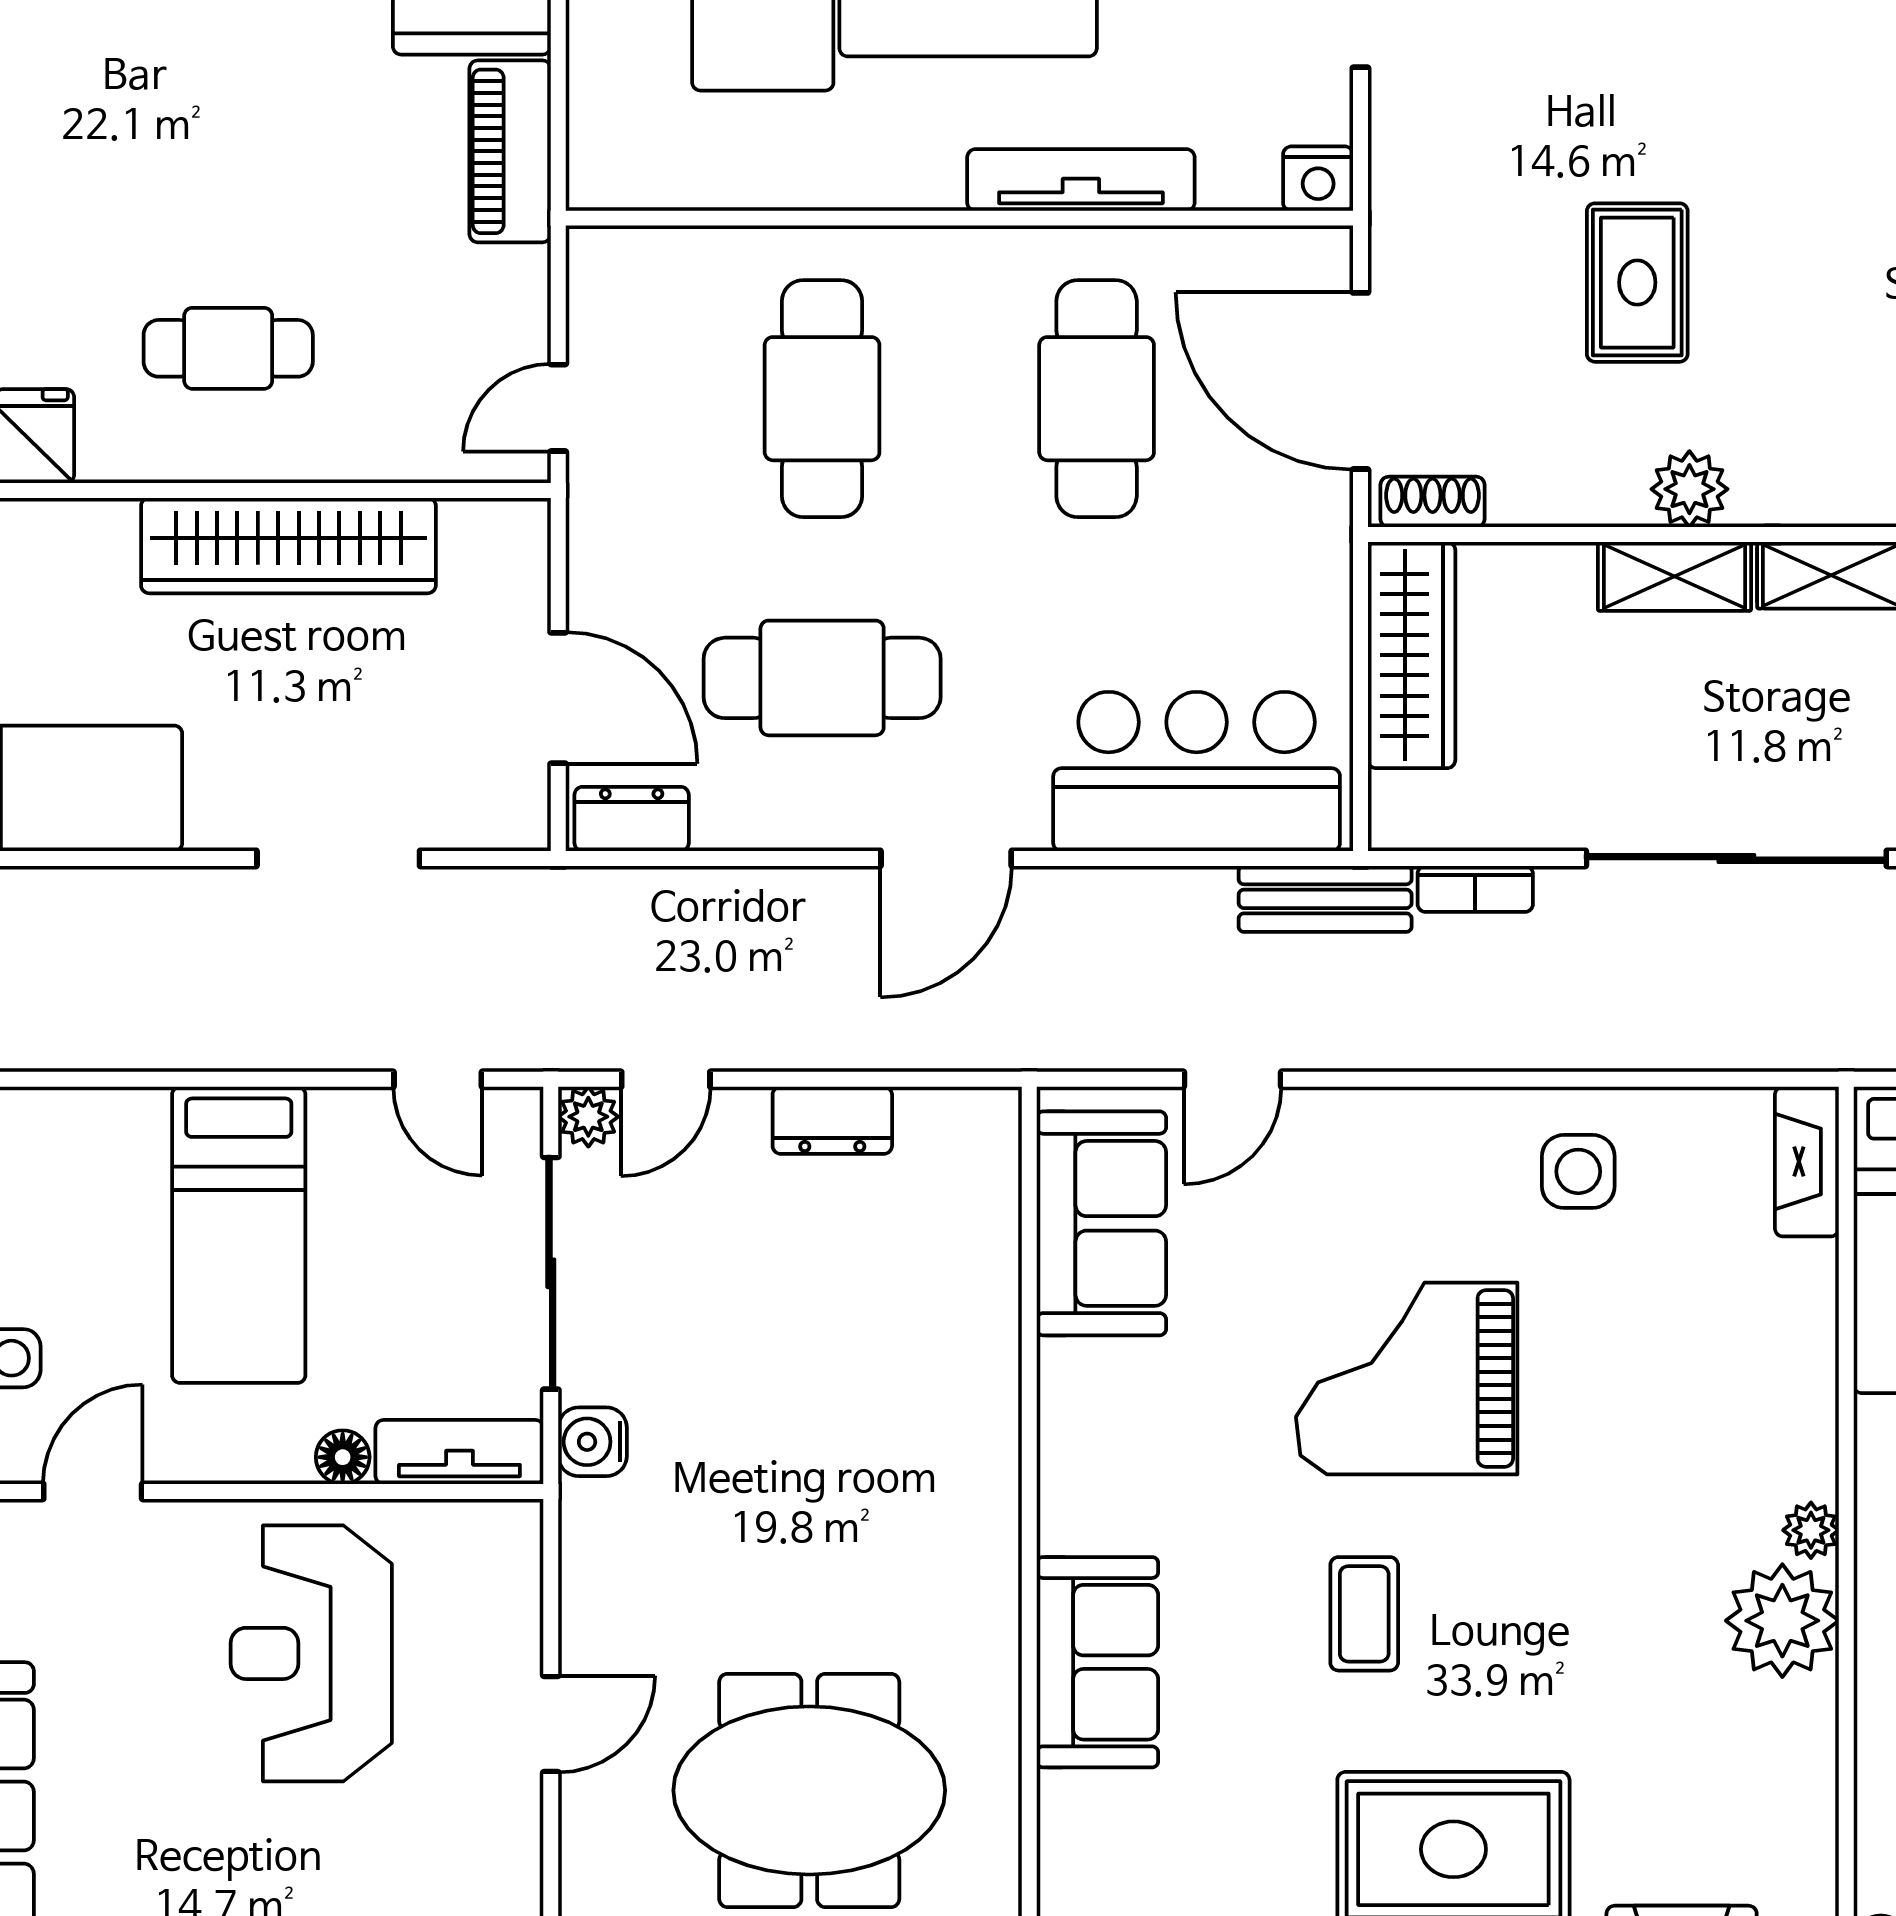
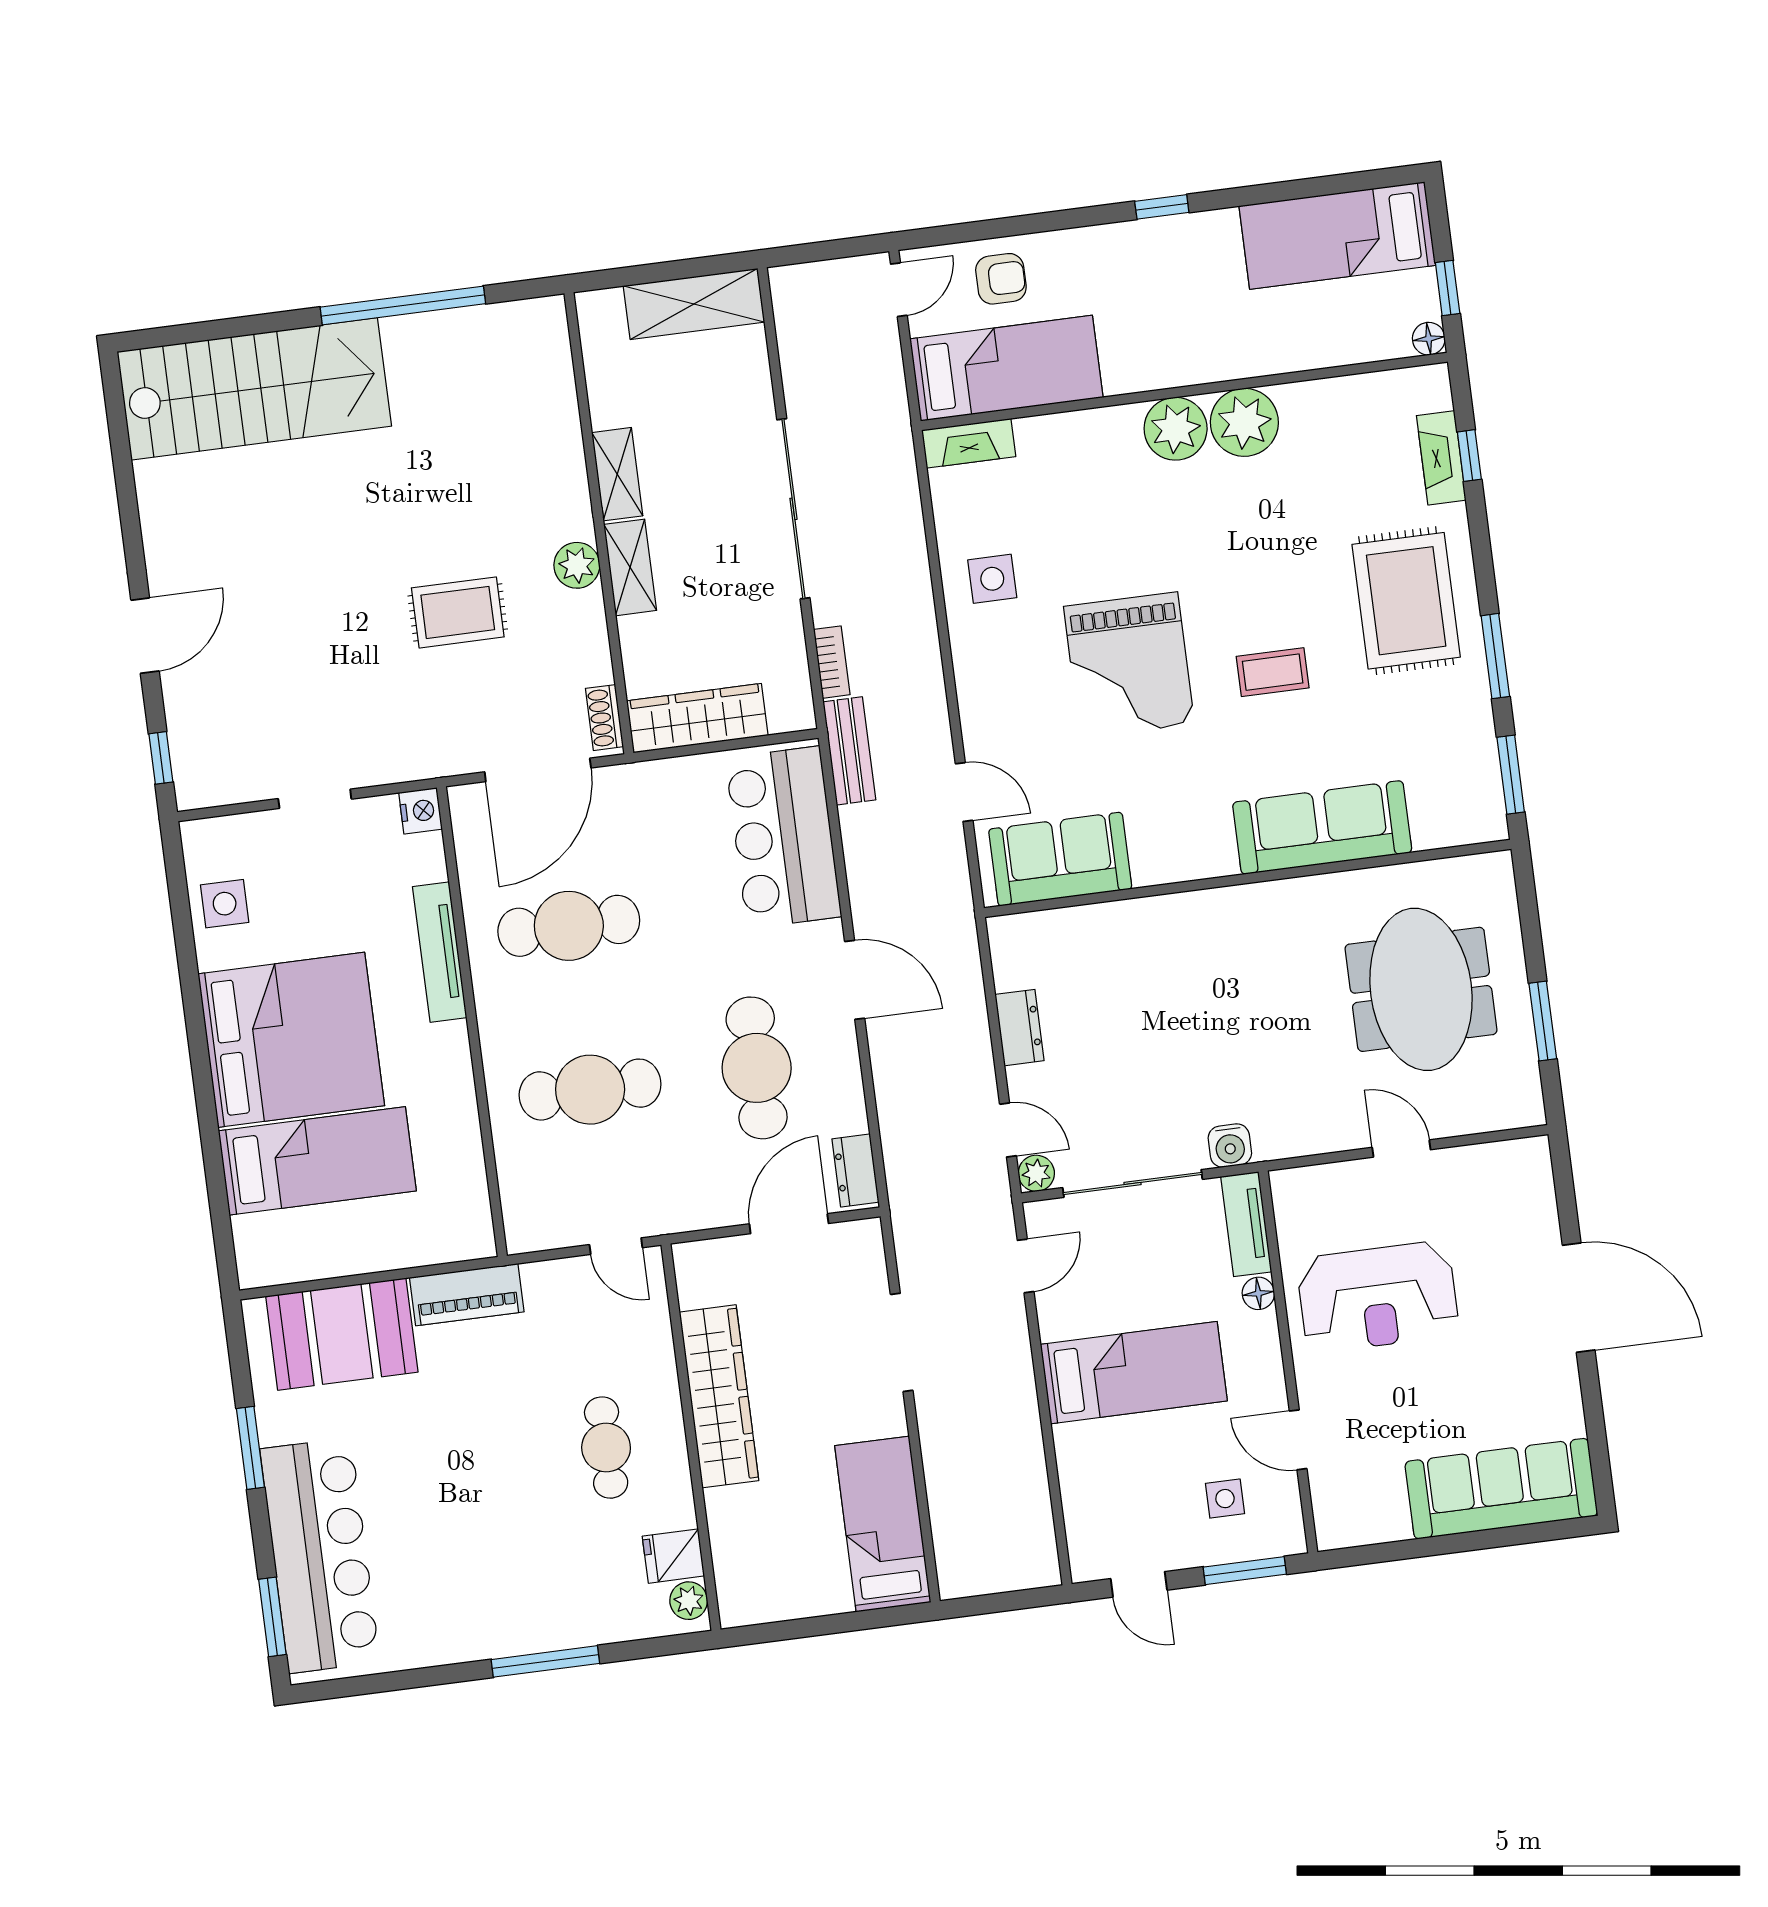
plant: (1811, 1530) -> (1176, 429), width x1.88, depth x1.88
sofa: (1097, 1662) -> (1322, 827), width x1.36

